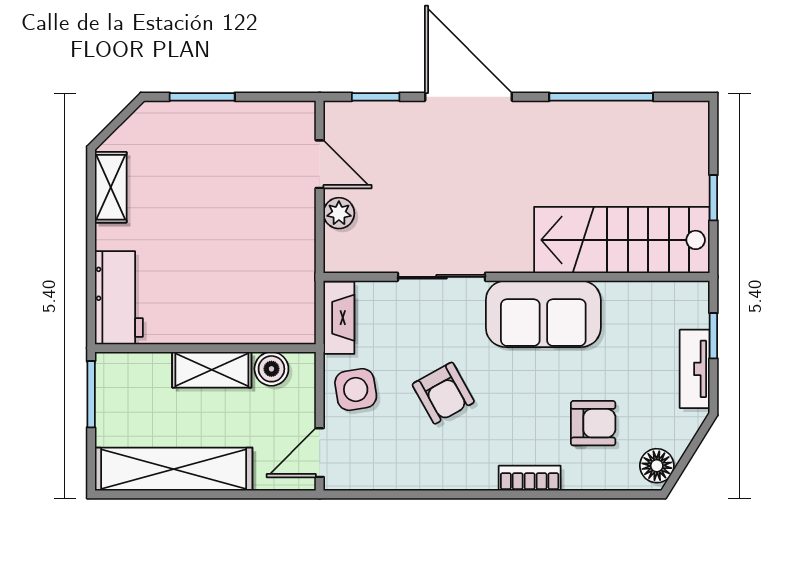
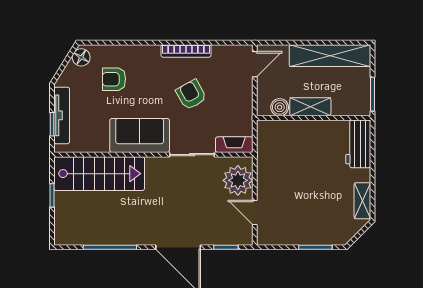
plant: (339, 213) -> (238, 180), width x1.88, depth x1.88
fireplace: (339, 318) -> (234, 145), moved, turned 90
tv unit: (695, 369) -> (62, 115), width x1.41
side table: (356, 389) -> (236, 97), removed
bookcase: (530, 478) -> (186, 51), moved, width x1.56

